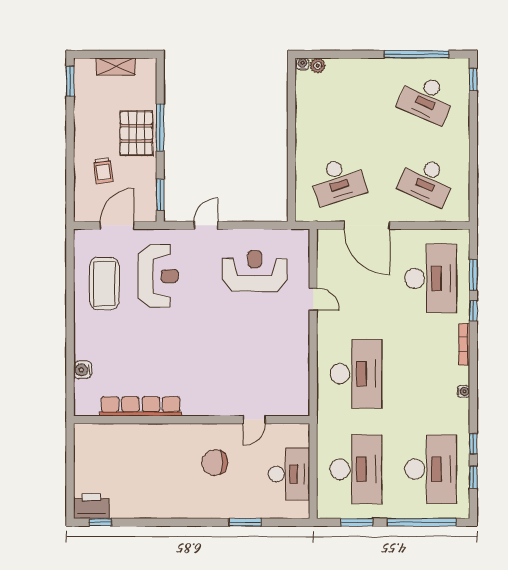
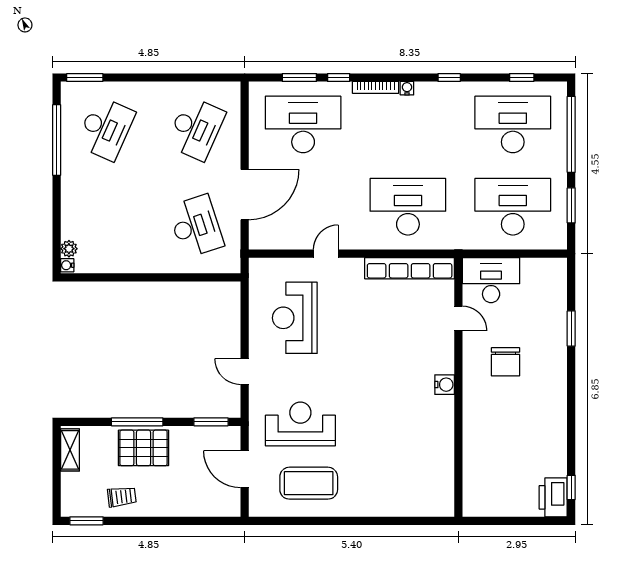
shelving: (116, 66) -> (70, 450), moved
window: (473, 80) -> (85, 78), width x1.50
trolley: (103, 170) -> (122, 497), moved
water cooler: (83, 370) -> (445, 385), moved, turned -90
water cooler: (464, 391) -> (407, 88), moved
row of seats: (141, 406) -> (410, 268), moved, turned -90
window: (473, 444) -> (449, 78), moved
desk: (289, 474) -> (491, 280), moved

